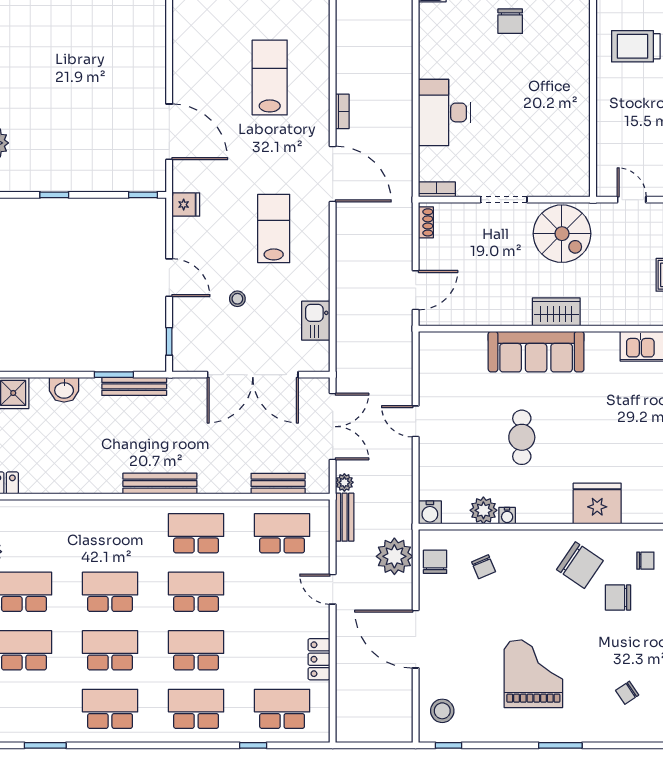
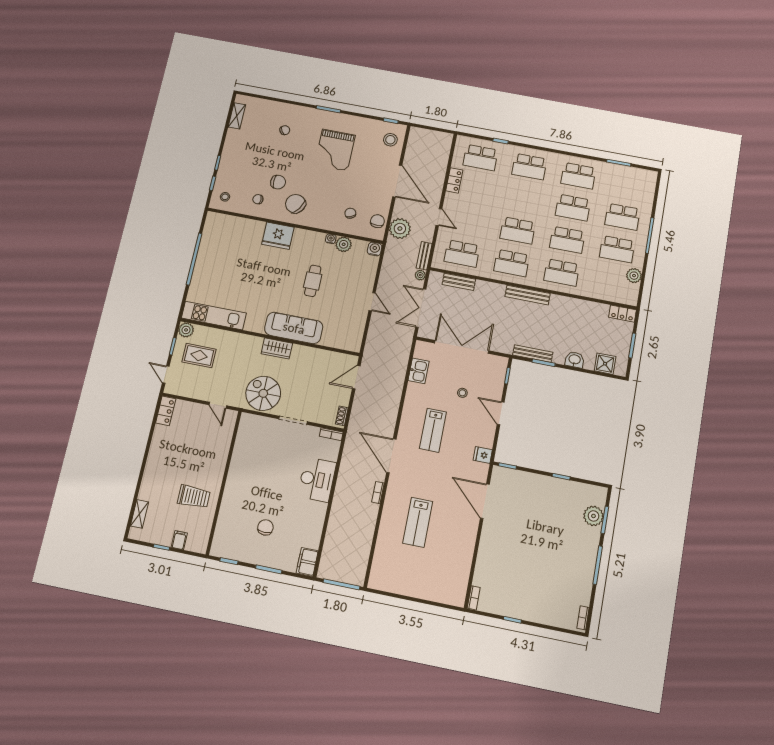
chair: (435, 562) -> (377, 221), turned 180
school desk: (196, 650) -> (562, 273), moved

